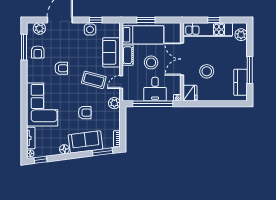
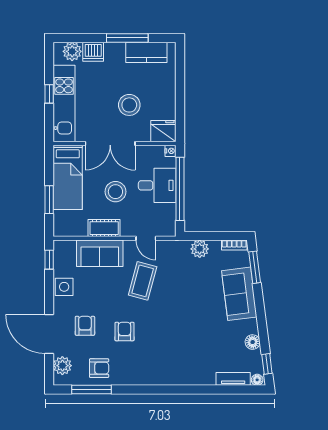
window: (96, 20) -> (49, 260), moved
bed: (143, 35) -> (68, 177), moved, turned 180
dishwasher: (241, 48) -> (93, 52), added
plant: (114, 103) -> (200, 249), moved
corner sofa: (42, 105) -> (181, 361), removed
armchair: (85, 113) -> (85, 326), moved
floor lamp: (64, 149) -> (253, 342), moved

